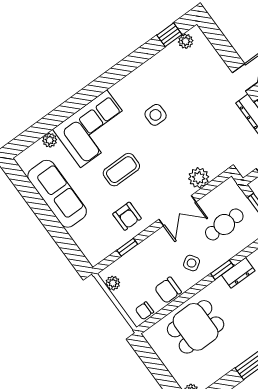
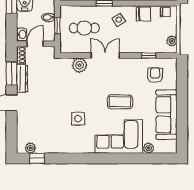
armchair: (127, 216) -> (155, 75), moved

